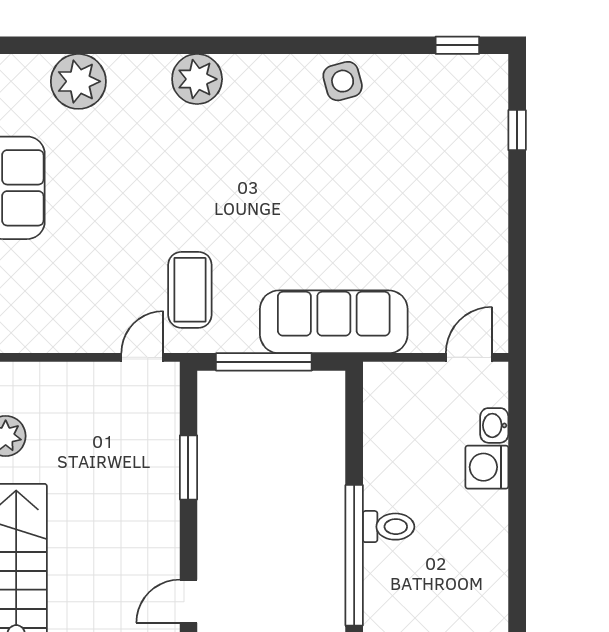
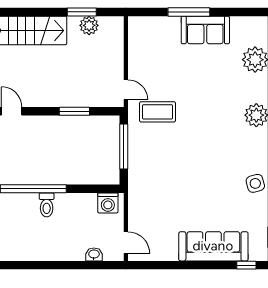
window: (517, 130) -> (246, 265), moved
sofa: (334, 322) -> (213, 246), moved, turned -90
washing machine: (487, 467) -> (108, 203), moved, turned 180

